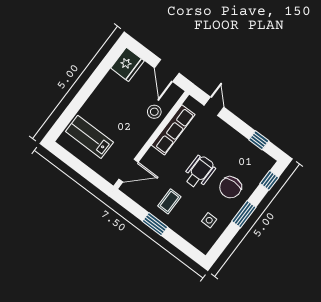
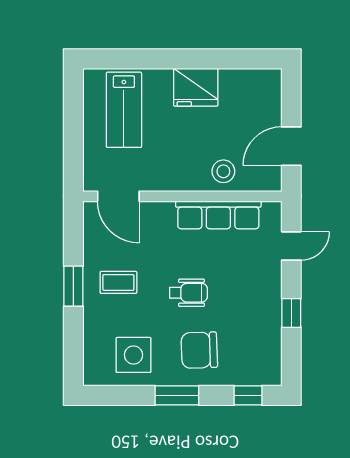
fridge: (127, 64) -> (196, 87), moved
lab bench: (89, 137) -> (124, 110), turned 180
window: (259, 140) -> (291, 313), moved
wheelchair: (199, 172) -> (188, 293), width x0.73, depth x0.73
side table: (209, 220) -> (133, 355), width x1.87, depth x1.87

